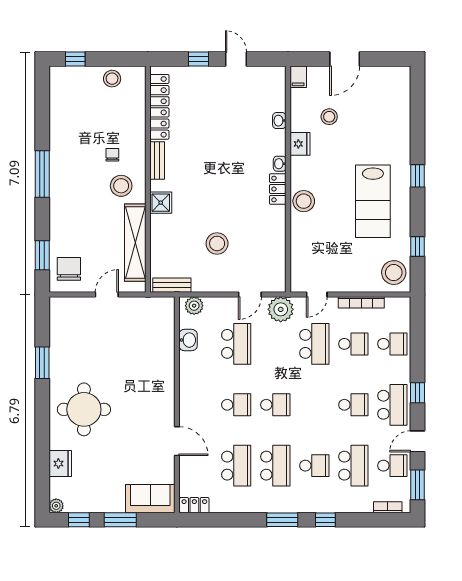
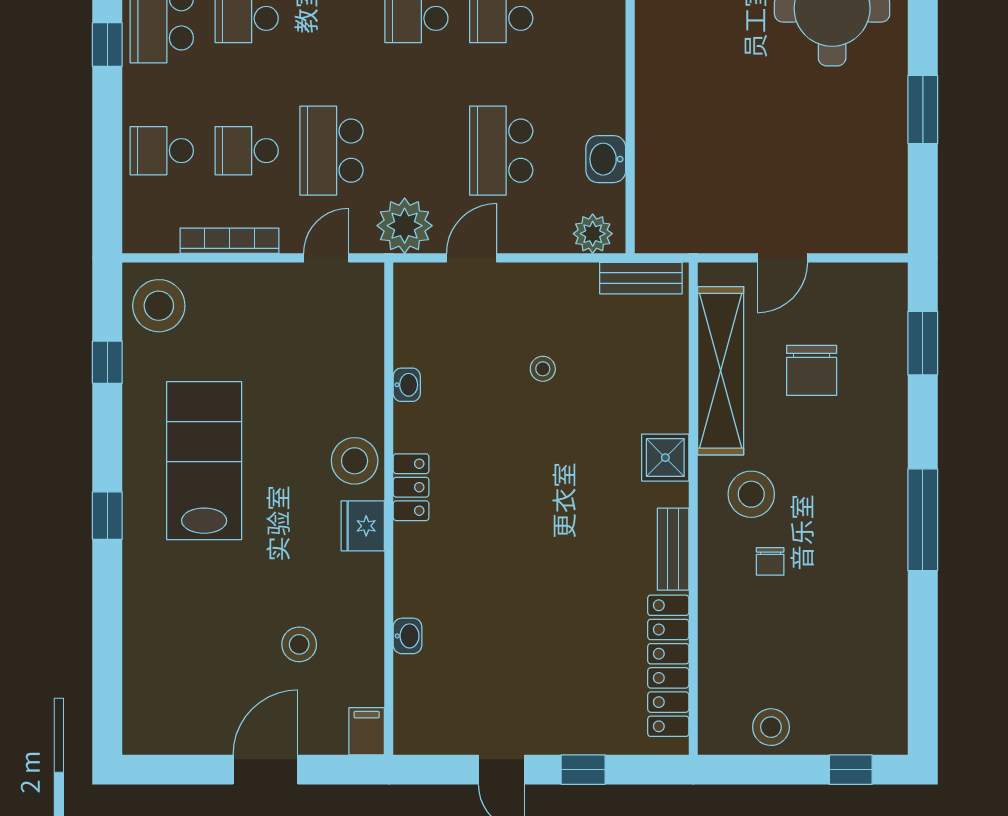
fridge: (300, 144) -> (363, 526), moved
washbasin: (280, 164) -> (407, 385), moved
stool: (217, 243) -> (543, 369), width x0.53, depth x0.53
chair: (69, 269) -> (812, 370), moved

